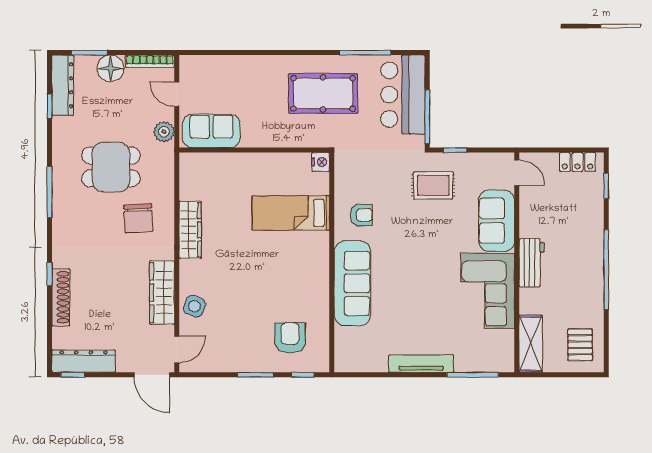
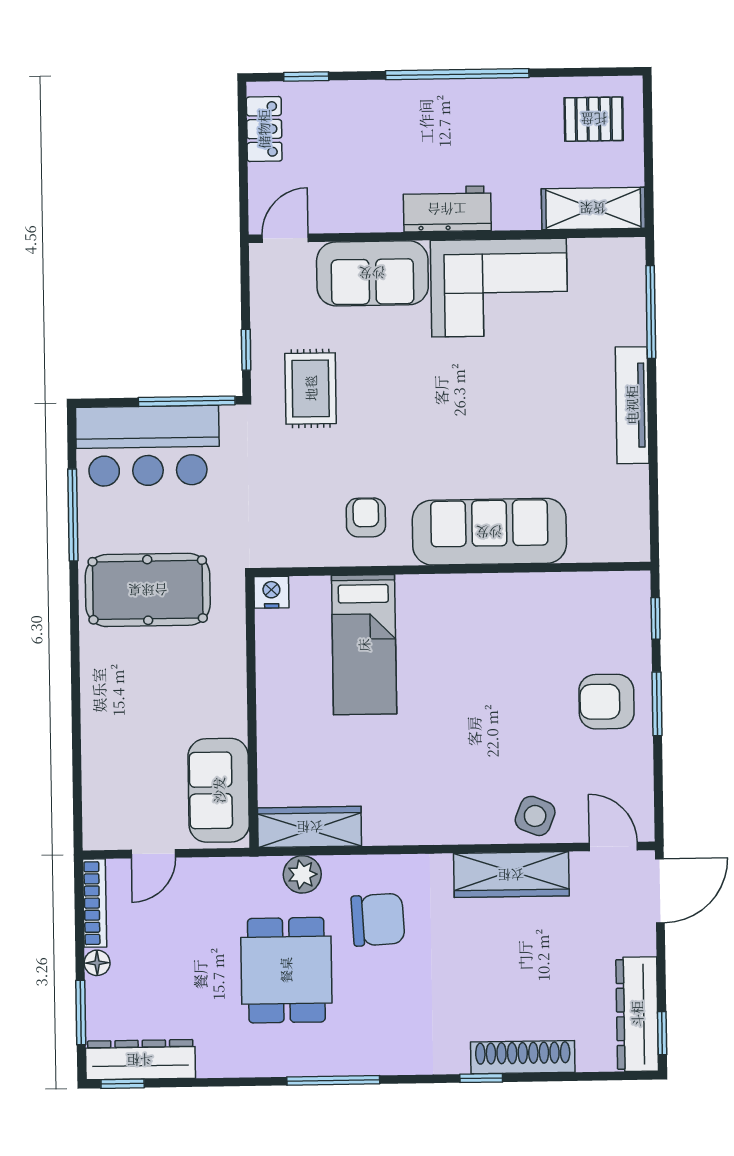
floor lamp: (110, 68) -> (97, 963), width x0.53, depth x0.53
pool table: (323, 93) -> (148, 590), turned 90
window: (49, 106) -> (123, 1084), moved
plant: (164, 132) -> (302, 874), moved
wardrobe: (190, 230) -> (310, 827), moved
armchair: (290, 338) -> (606, 702), moved

